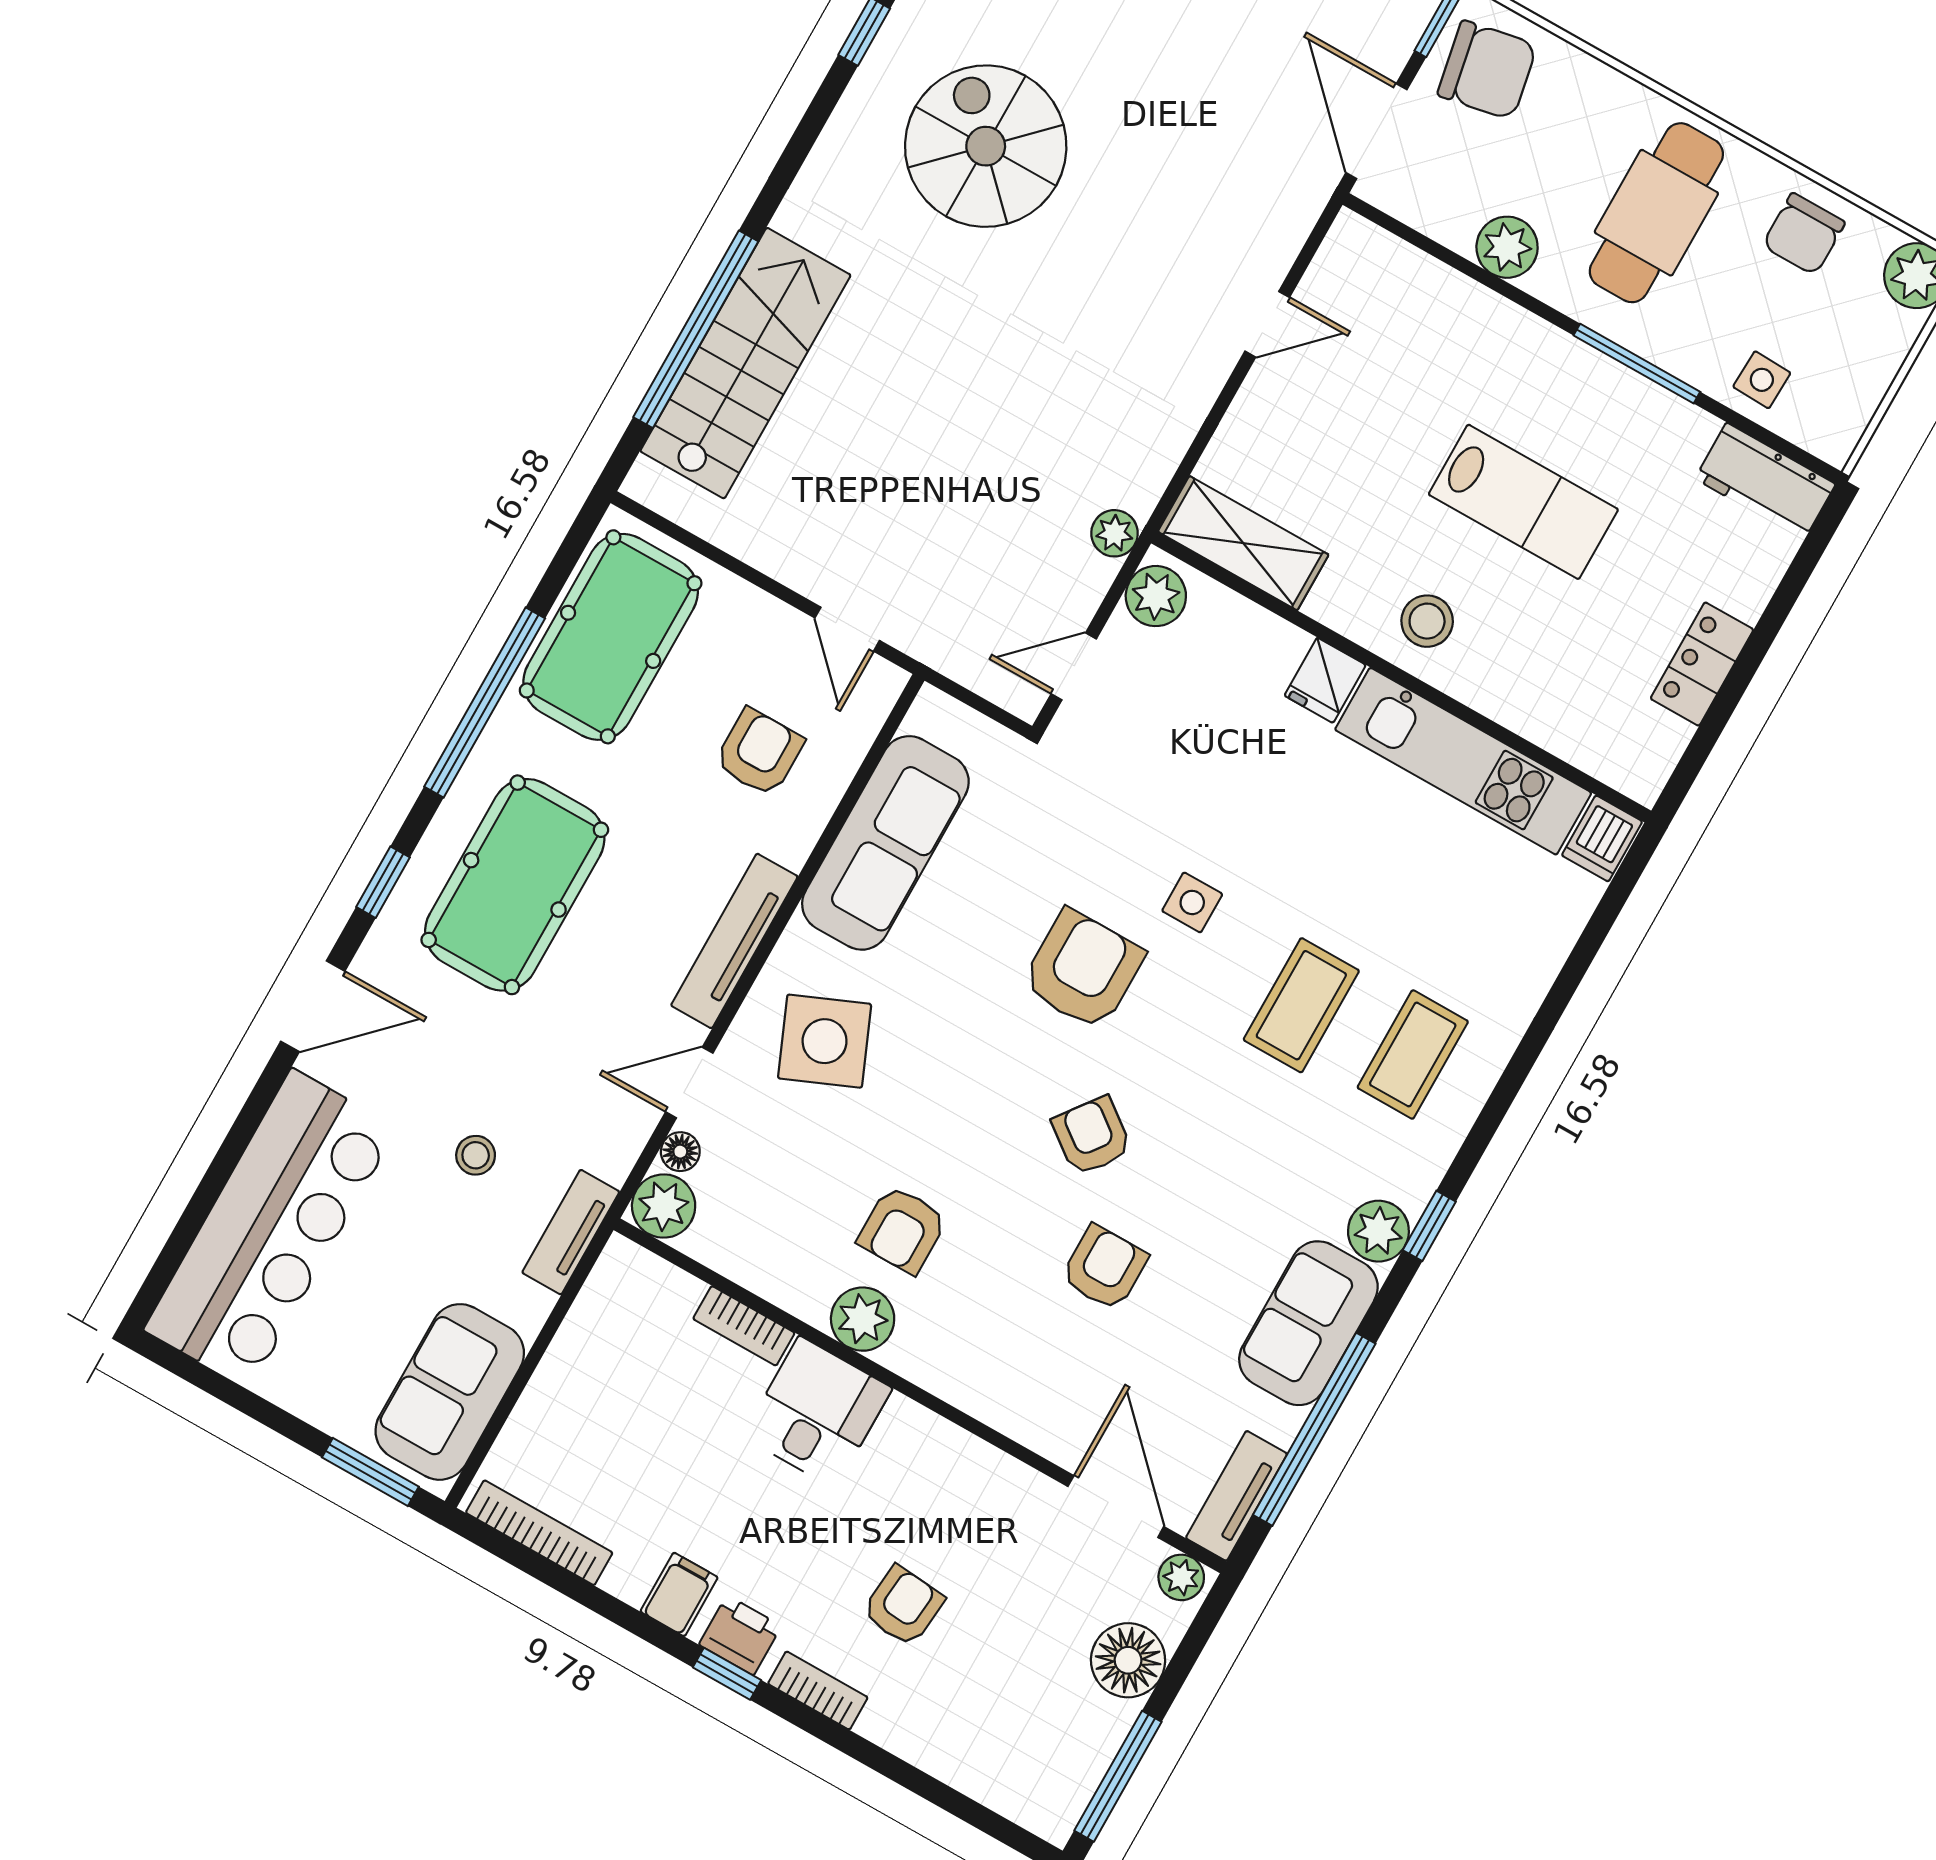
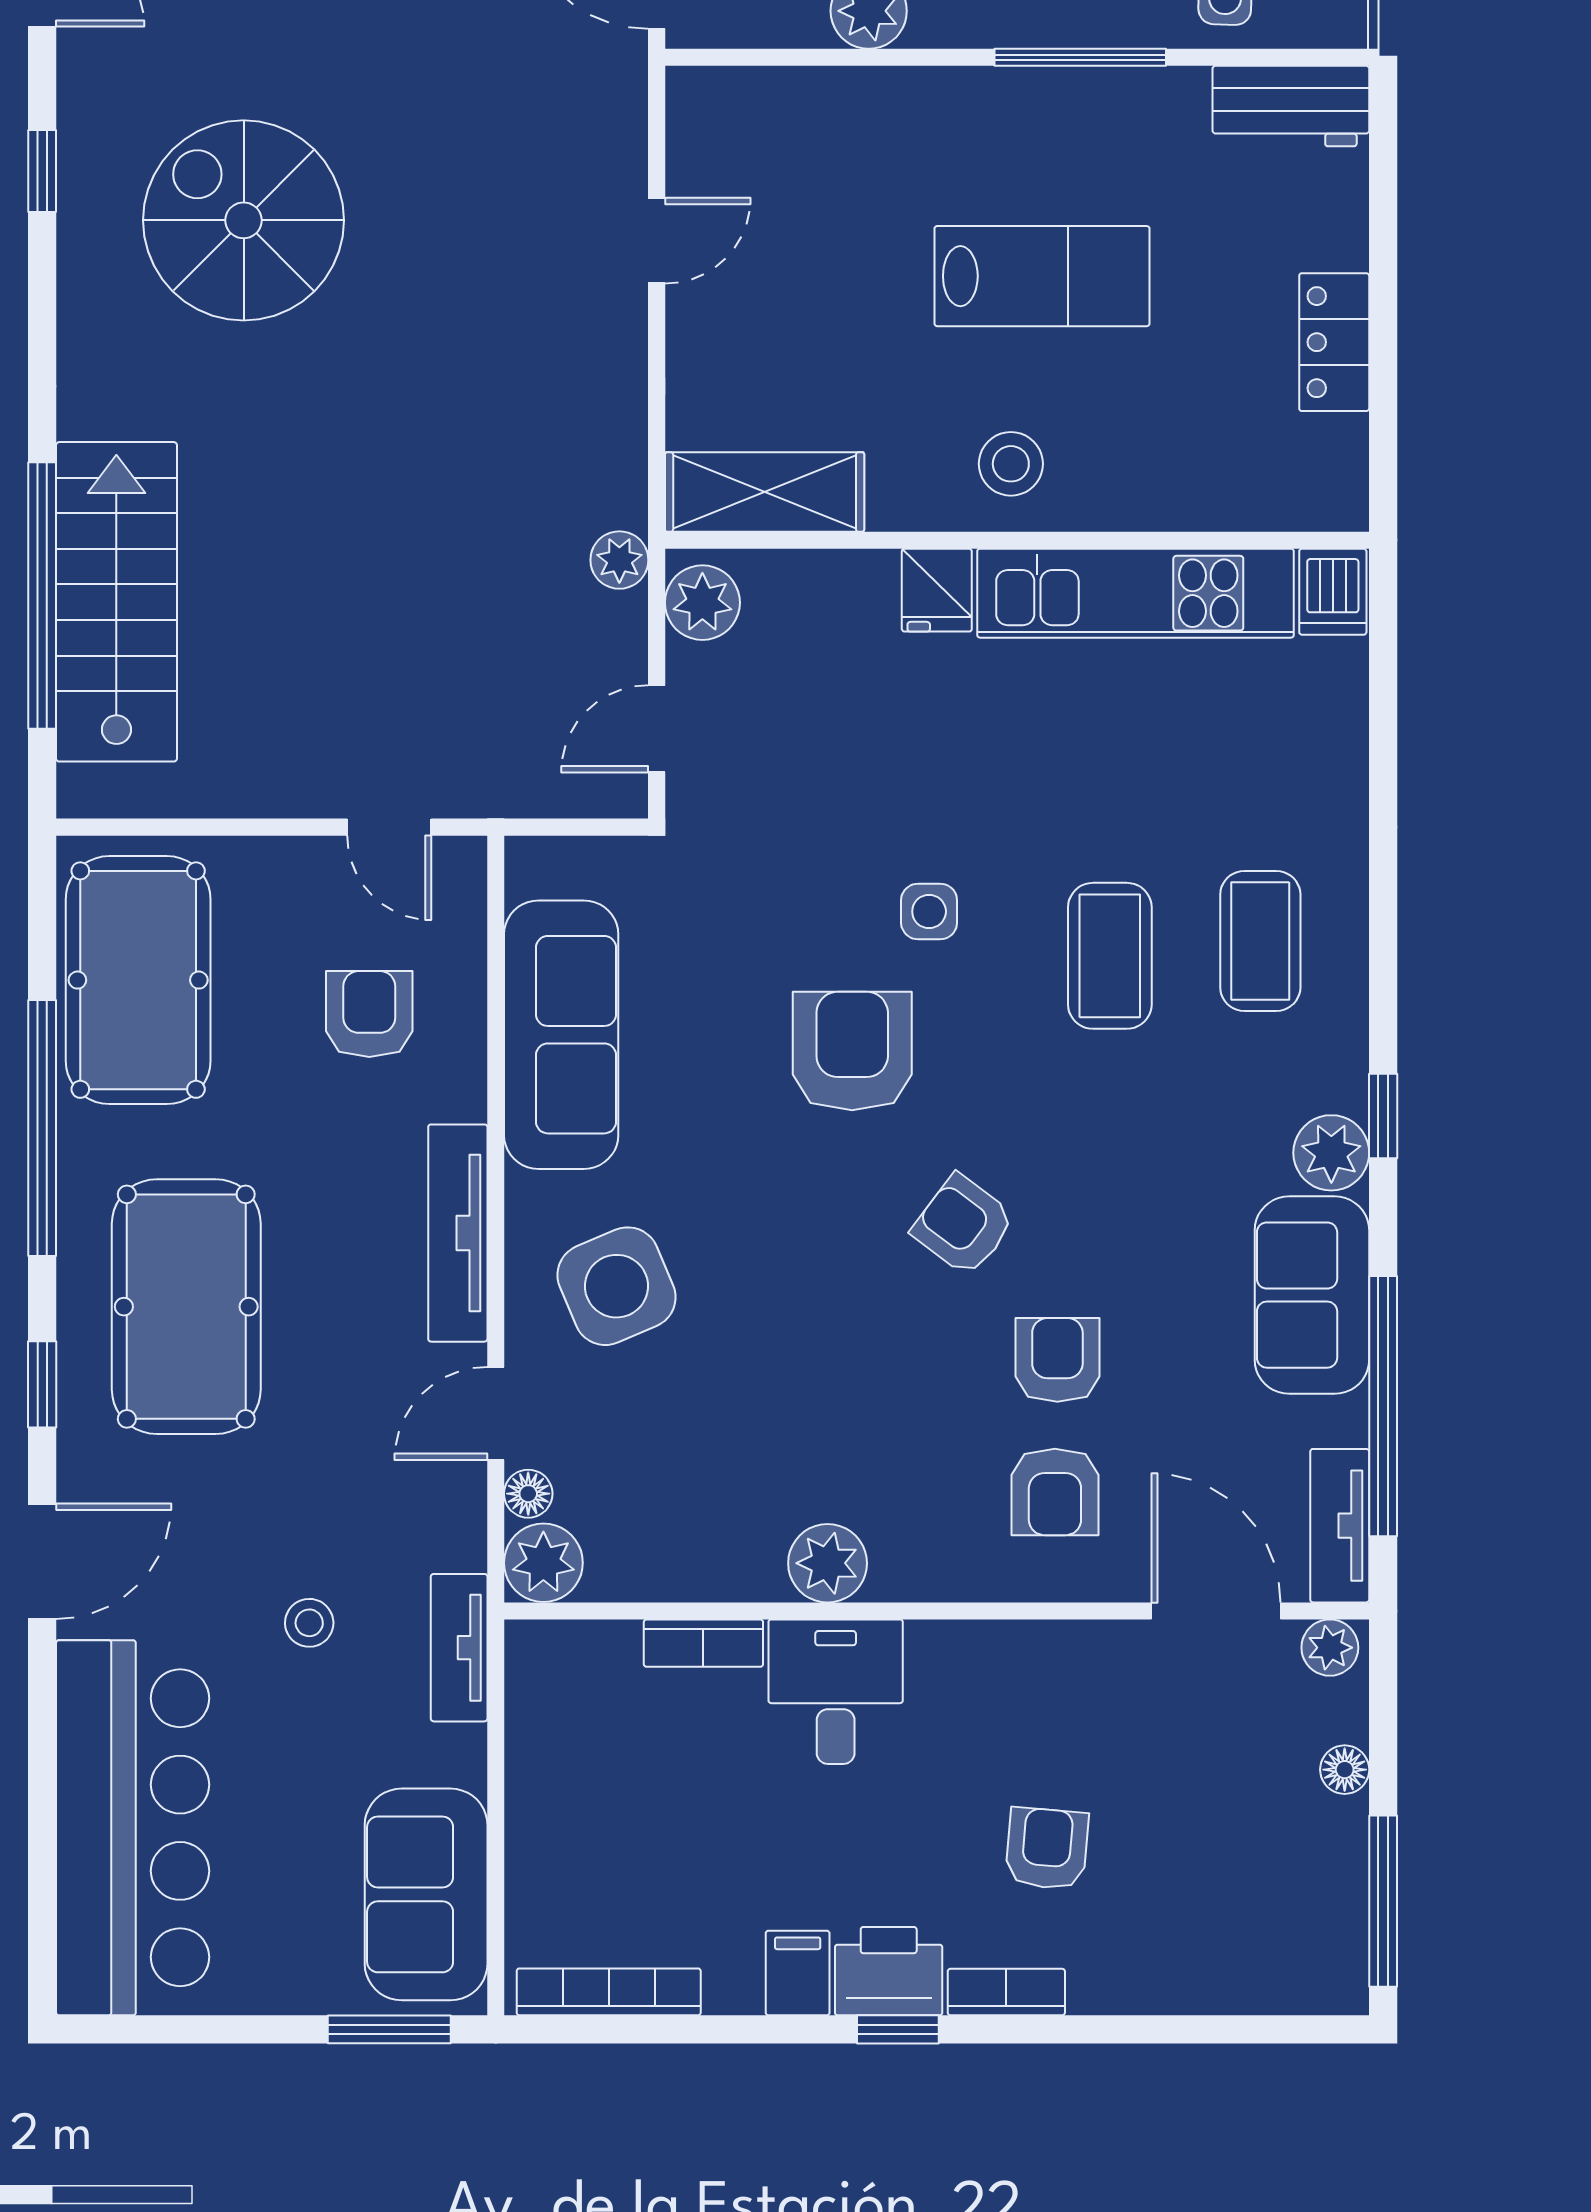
armchair: (902, 1230) -> (1055, 1492), moved
printer: (740, 1635) -> (889, 1971), width x1.36, depth x1.24
floor lamp: (1128, 1660) -> (1345, 1770), width x0.53, depth x0.53

